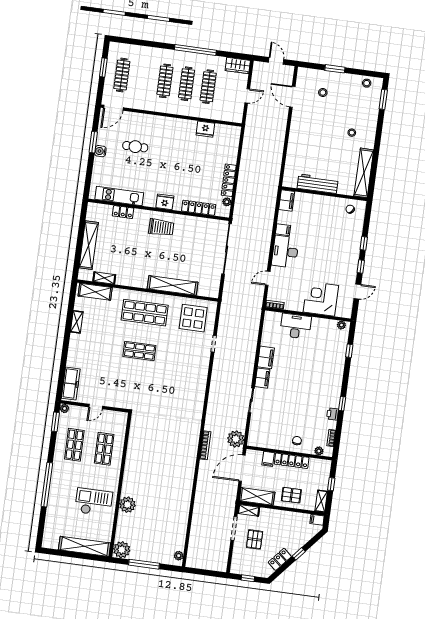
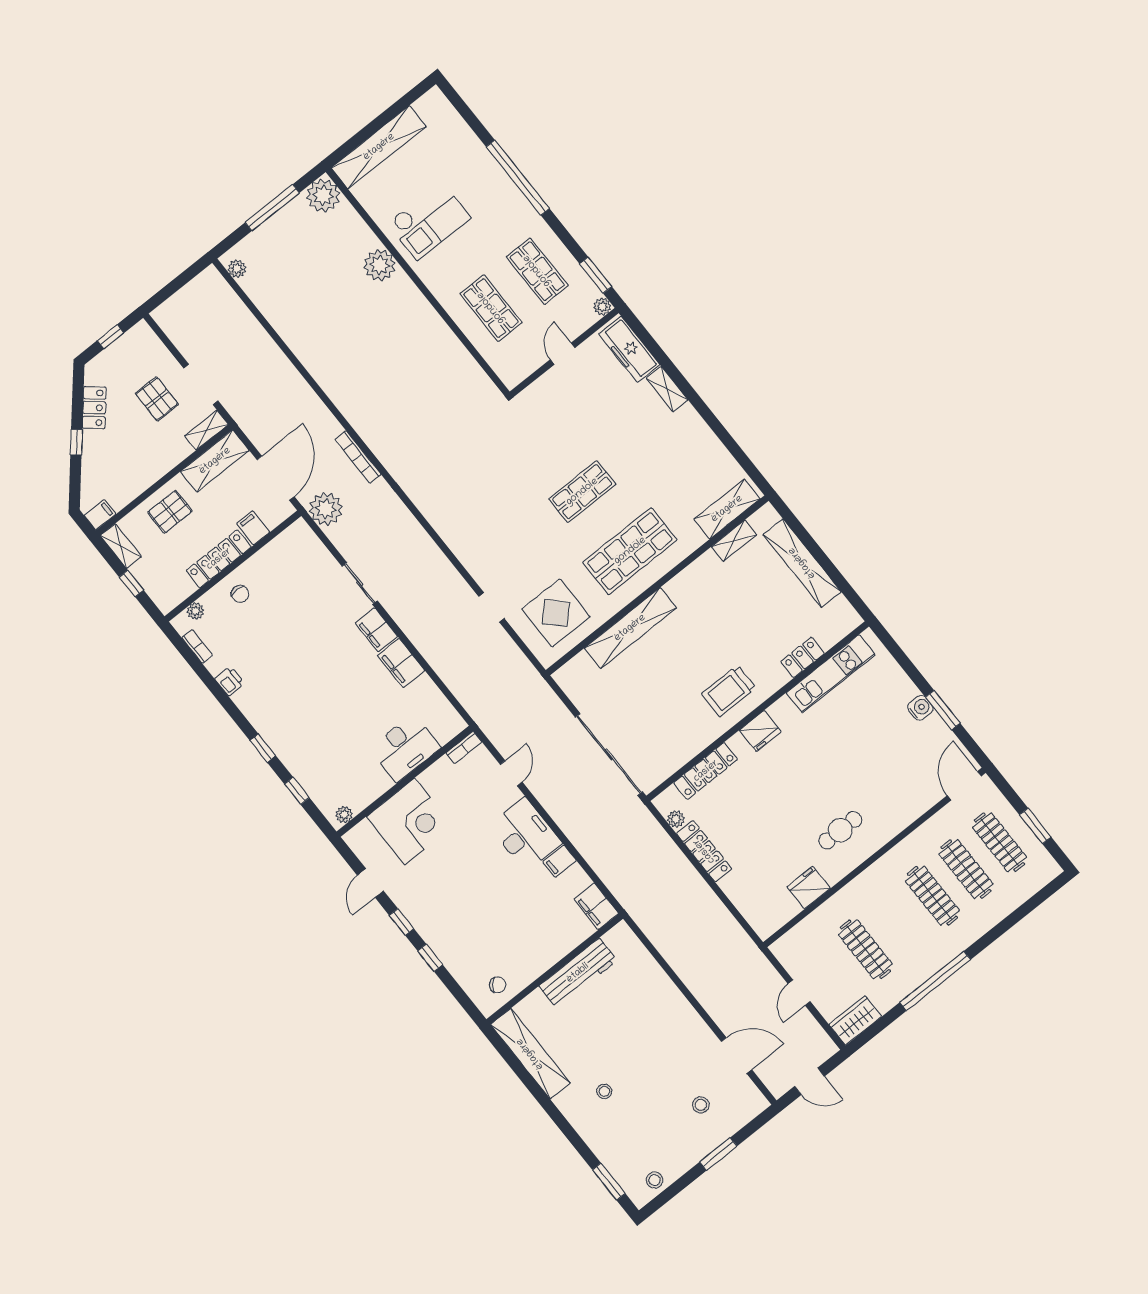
clothes rail: (187, 84) -> (966, 869), moved
cafe table: (135, 147) -> (840, 830), moved
shelving: (77, 322) -> (667, 389), moved
window: (342, 404) -> (263, 748), moved

